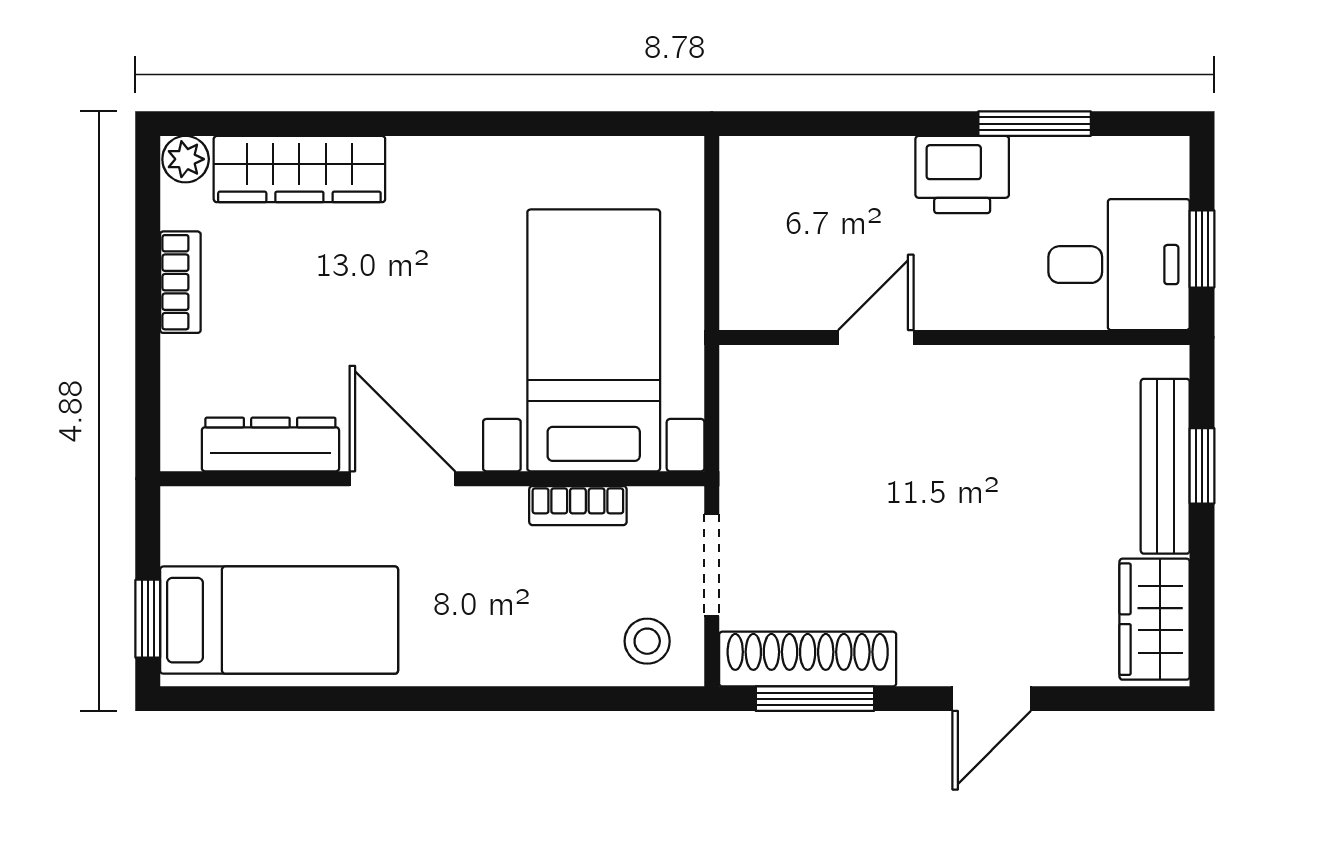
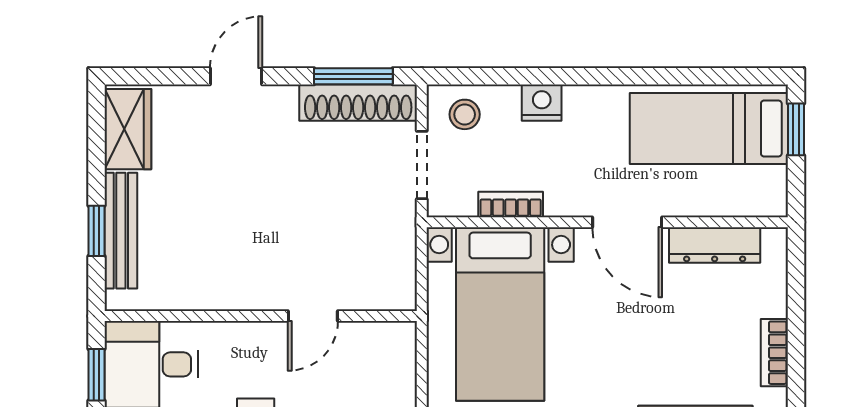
nightstand: (531, 659) -> (542, 103), added

